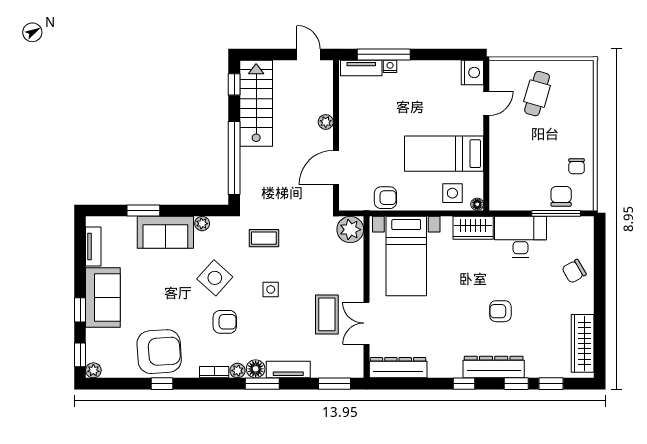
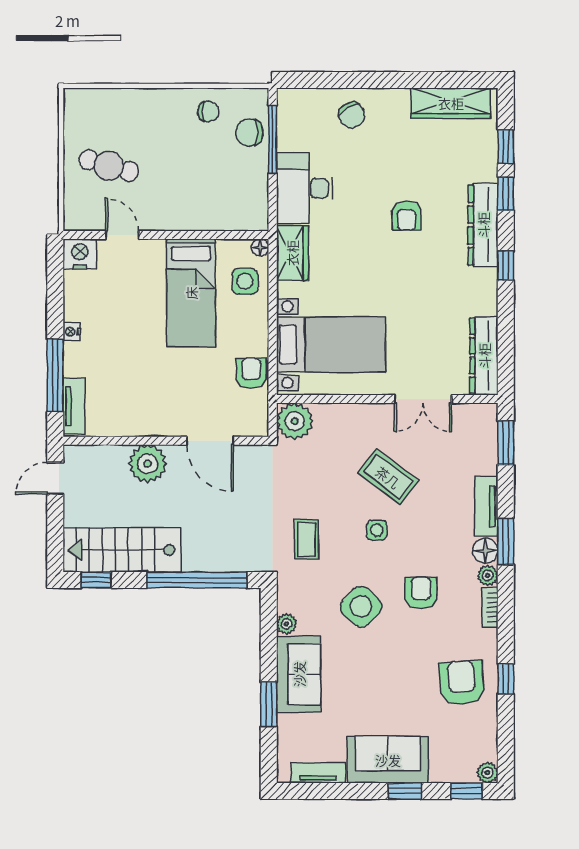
nightstand: (390, 66) -> (72, 332), moved
plant: (326, 122) -> (148, 464), width x1.88, depth x1.88
coffee table: (327, 314) -> (388, 477), moved, turned 37
armchair: (159, 352) -> (462, 683), width x0.73, depth x0.73

